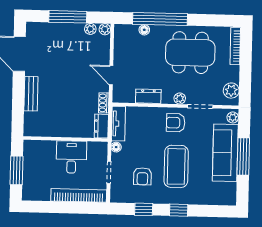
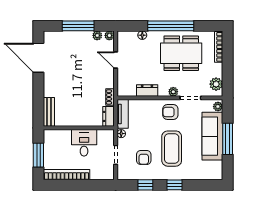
window: (160, 19) -> (171, 26), moved
door: (111, 75) -> (116, 60), moved
bench: (31, 94) -> (49, 112), moved
bookcase: (79, 195) -> (67, 175), moved

